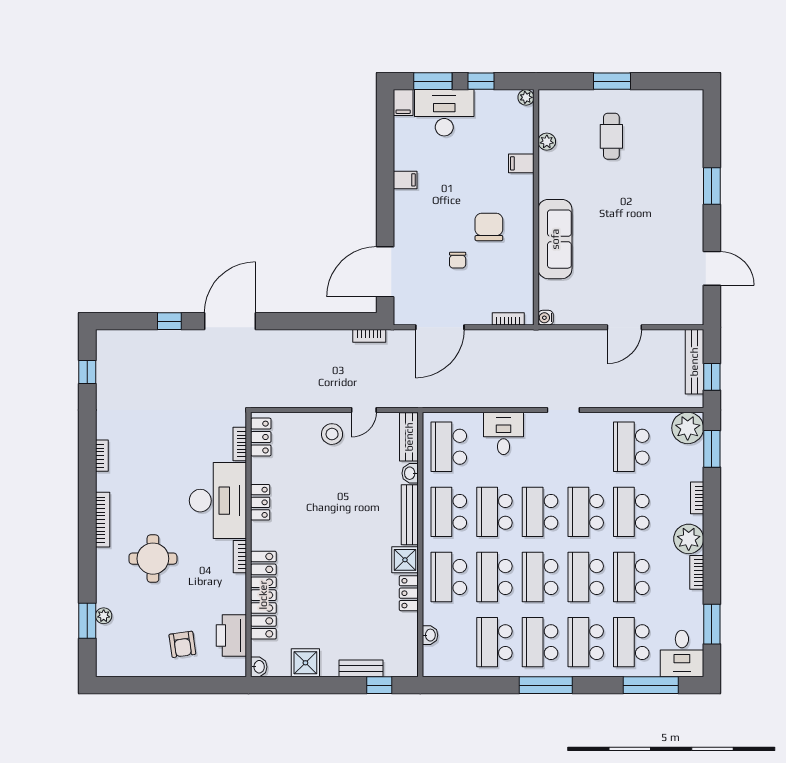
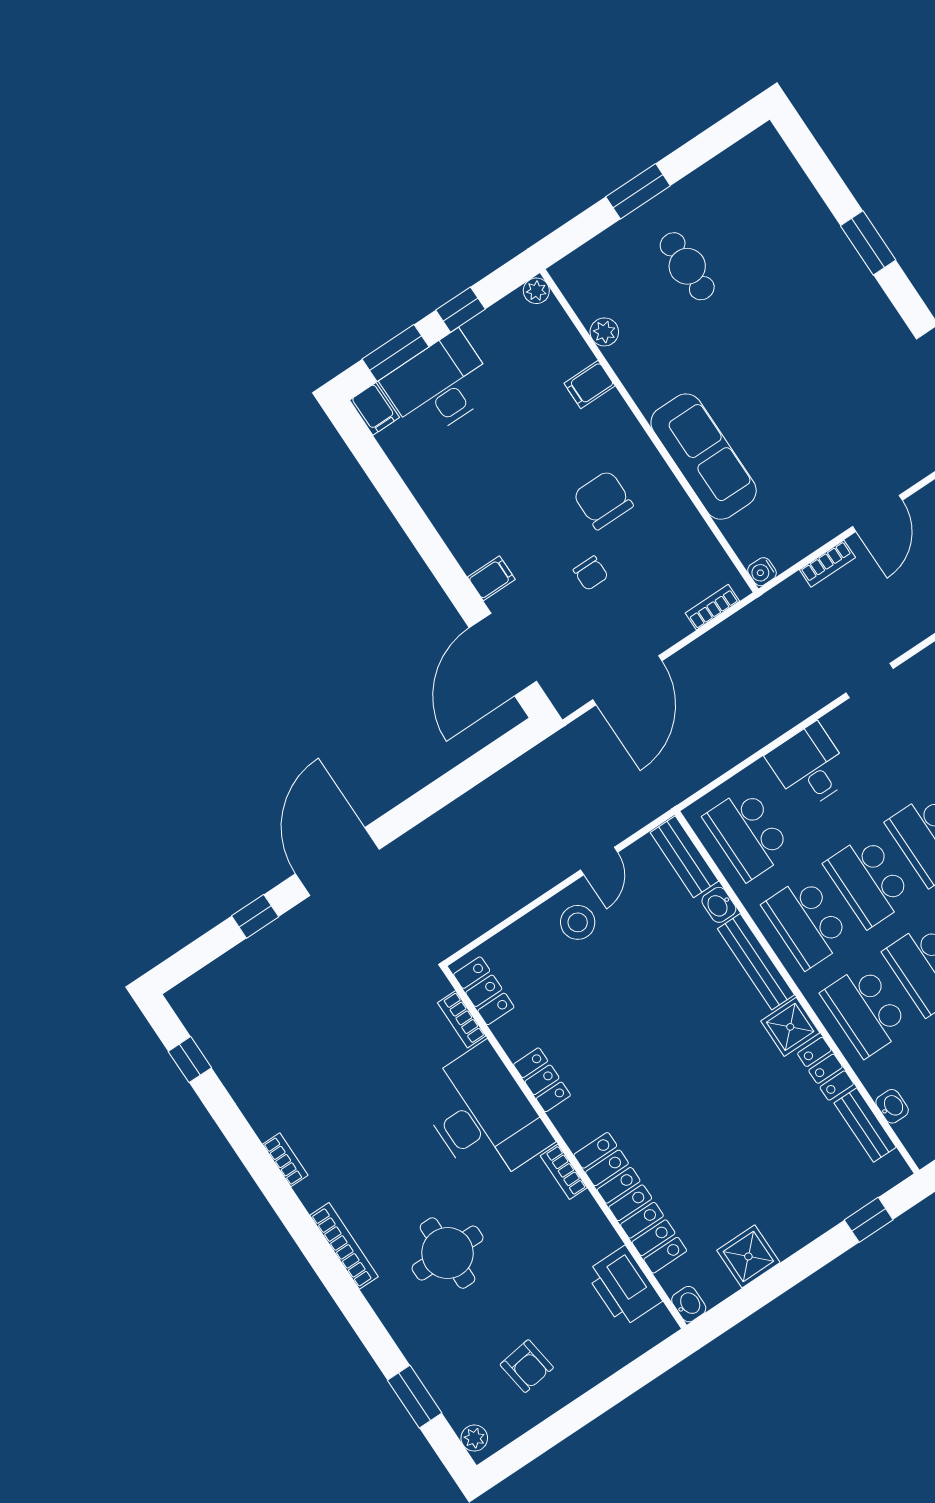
filing cabinet: (405, 180) -> (491, 578), moved
bookcase: (369, 336) -> (827, 564), moved
plant: (104, 616) -> (474, 1438), moved
armchair: (182, 644) -> (527, 1366), moved
bench: (361, 668) -> (865, 1125), moved, turned 90

